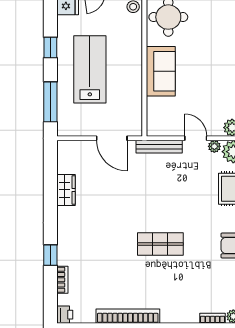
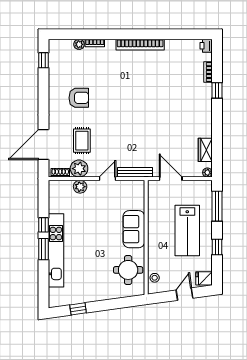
door: (196, 138) -> (107, 179), swing flipped
plant: (214, 146) -> (207, 172), moved
wardrobe: (66, 190) -> (205, 150), moved
shop shelf: (160, 244) -> (134, 99), removed
bookcase: (128, 316) -> (140, 45), moved

